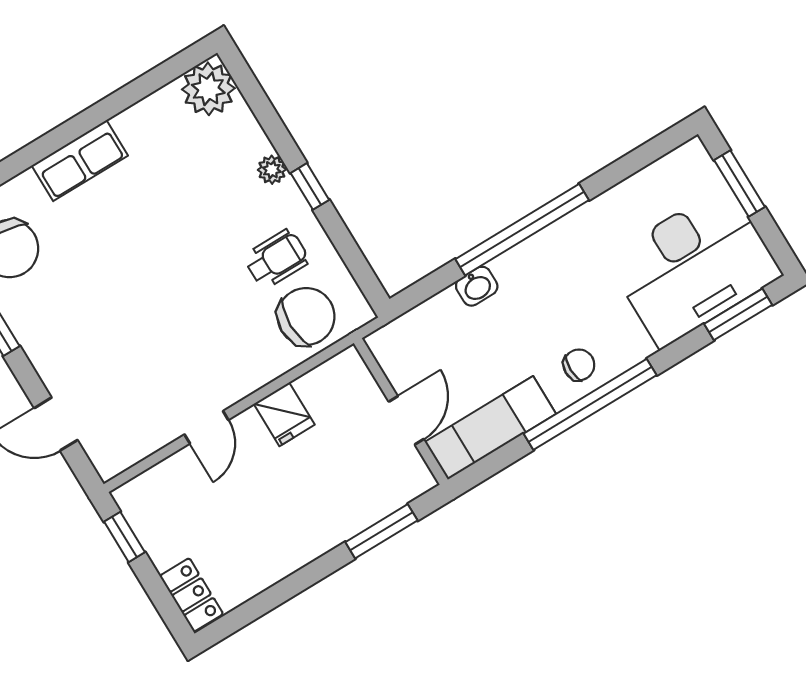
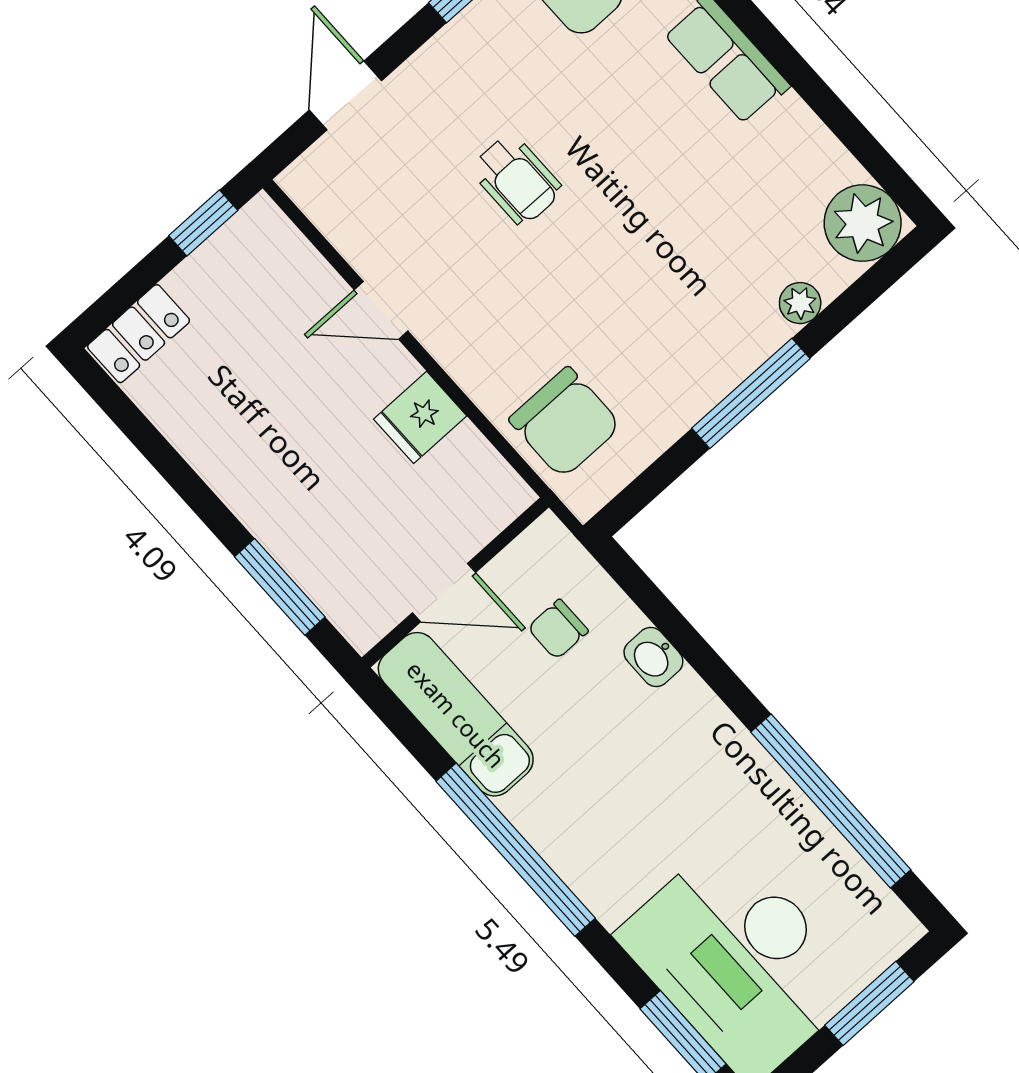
plant: (272, 170) -> (800, 303), moved
window: (310, 186) -> (751, 393), width x2.17
window: (522, 230) -> (831, 801), moved
wheelchair: (277, 259) -> (516, 179), moved
chair: (579, 365) -> (558, 629), moved, turned 90

